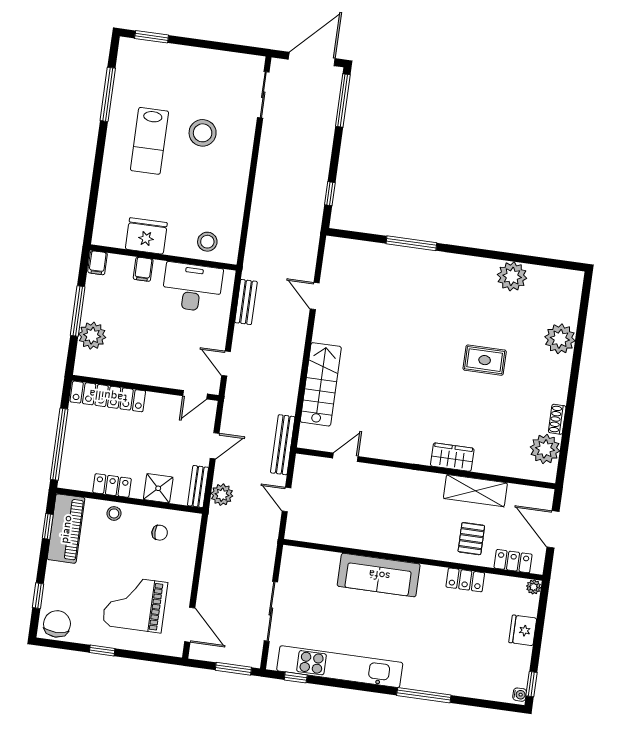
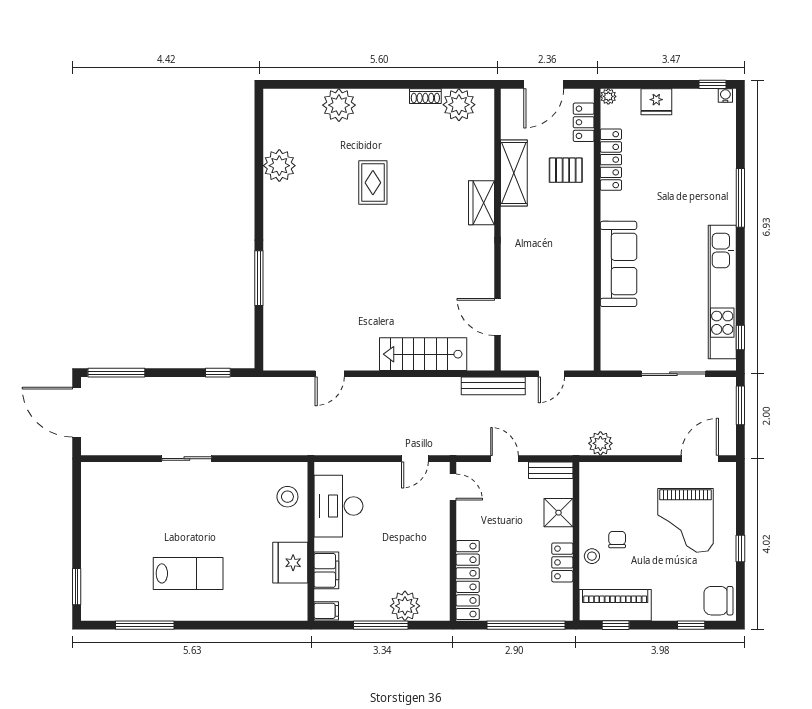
sliding door: (263, 95) -> (187, 459), moved
stool: (203, 133) -> (172, 518), removed
filing cabinet: (143, 269) -> (326, 570), width x2.00
bench: (246, 302) -> (346, 446), removed
door: (345, 457) -> (497, 317), width x1.38
plant: (222, 495) -> (600, 443), moved
chair: (160, 533) -> (617, 540), moved
locker: (465, 580) -> (611, 160), width x1.53

